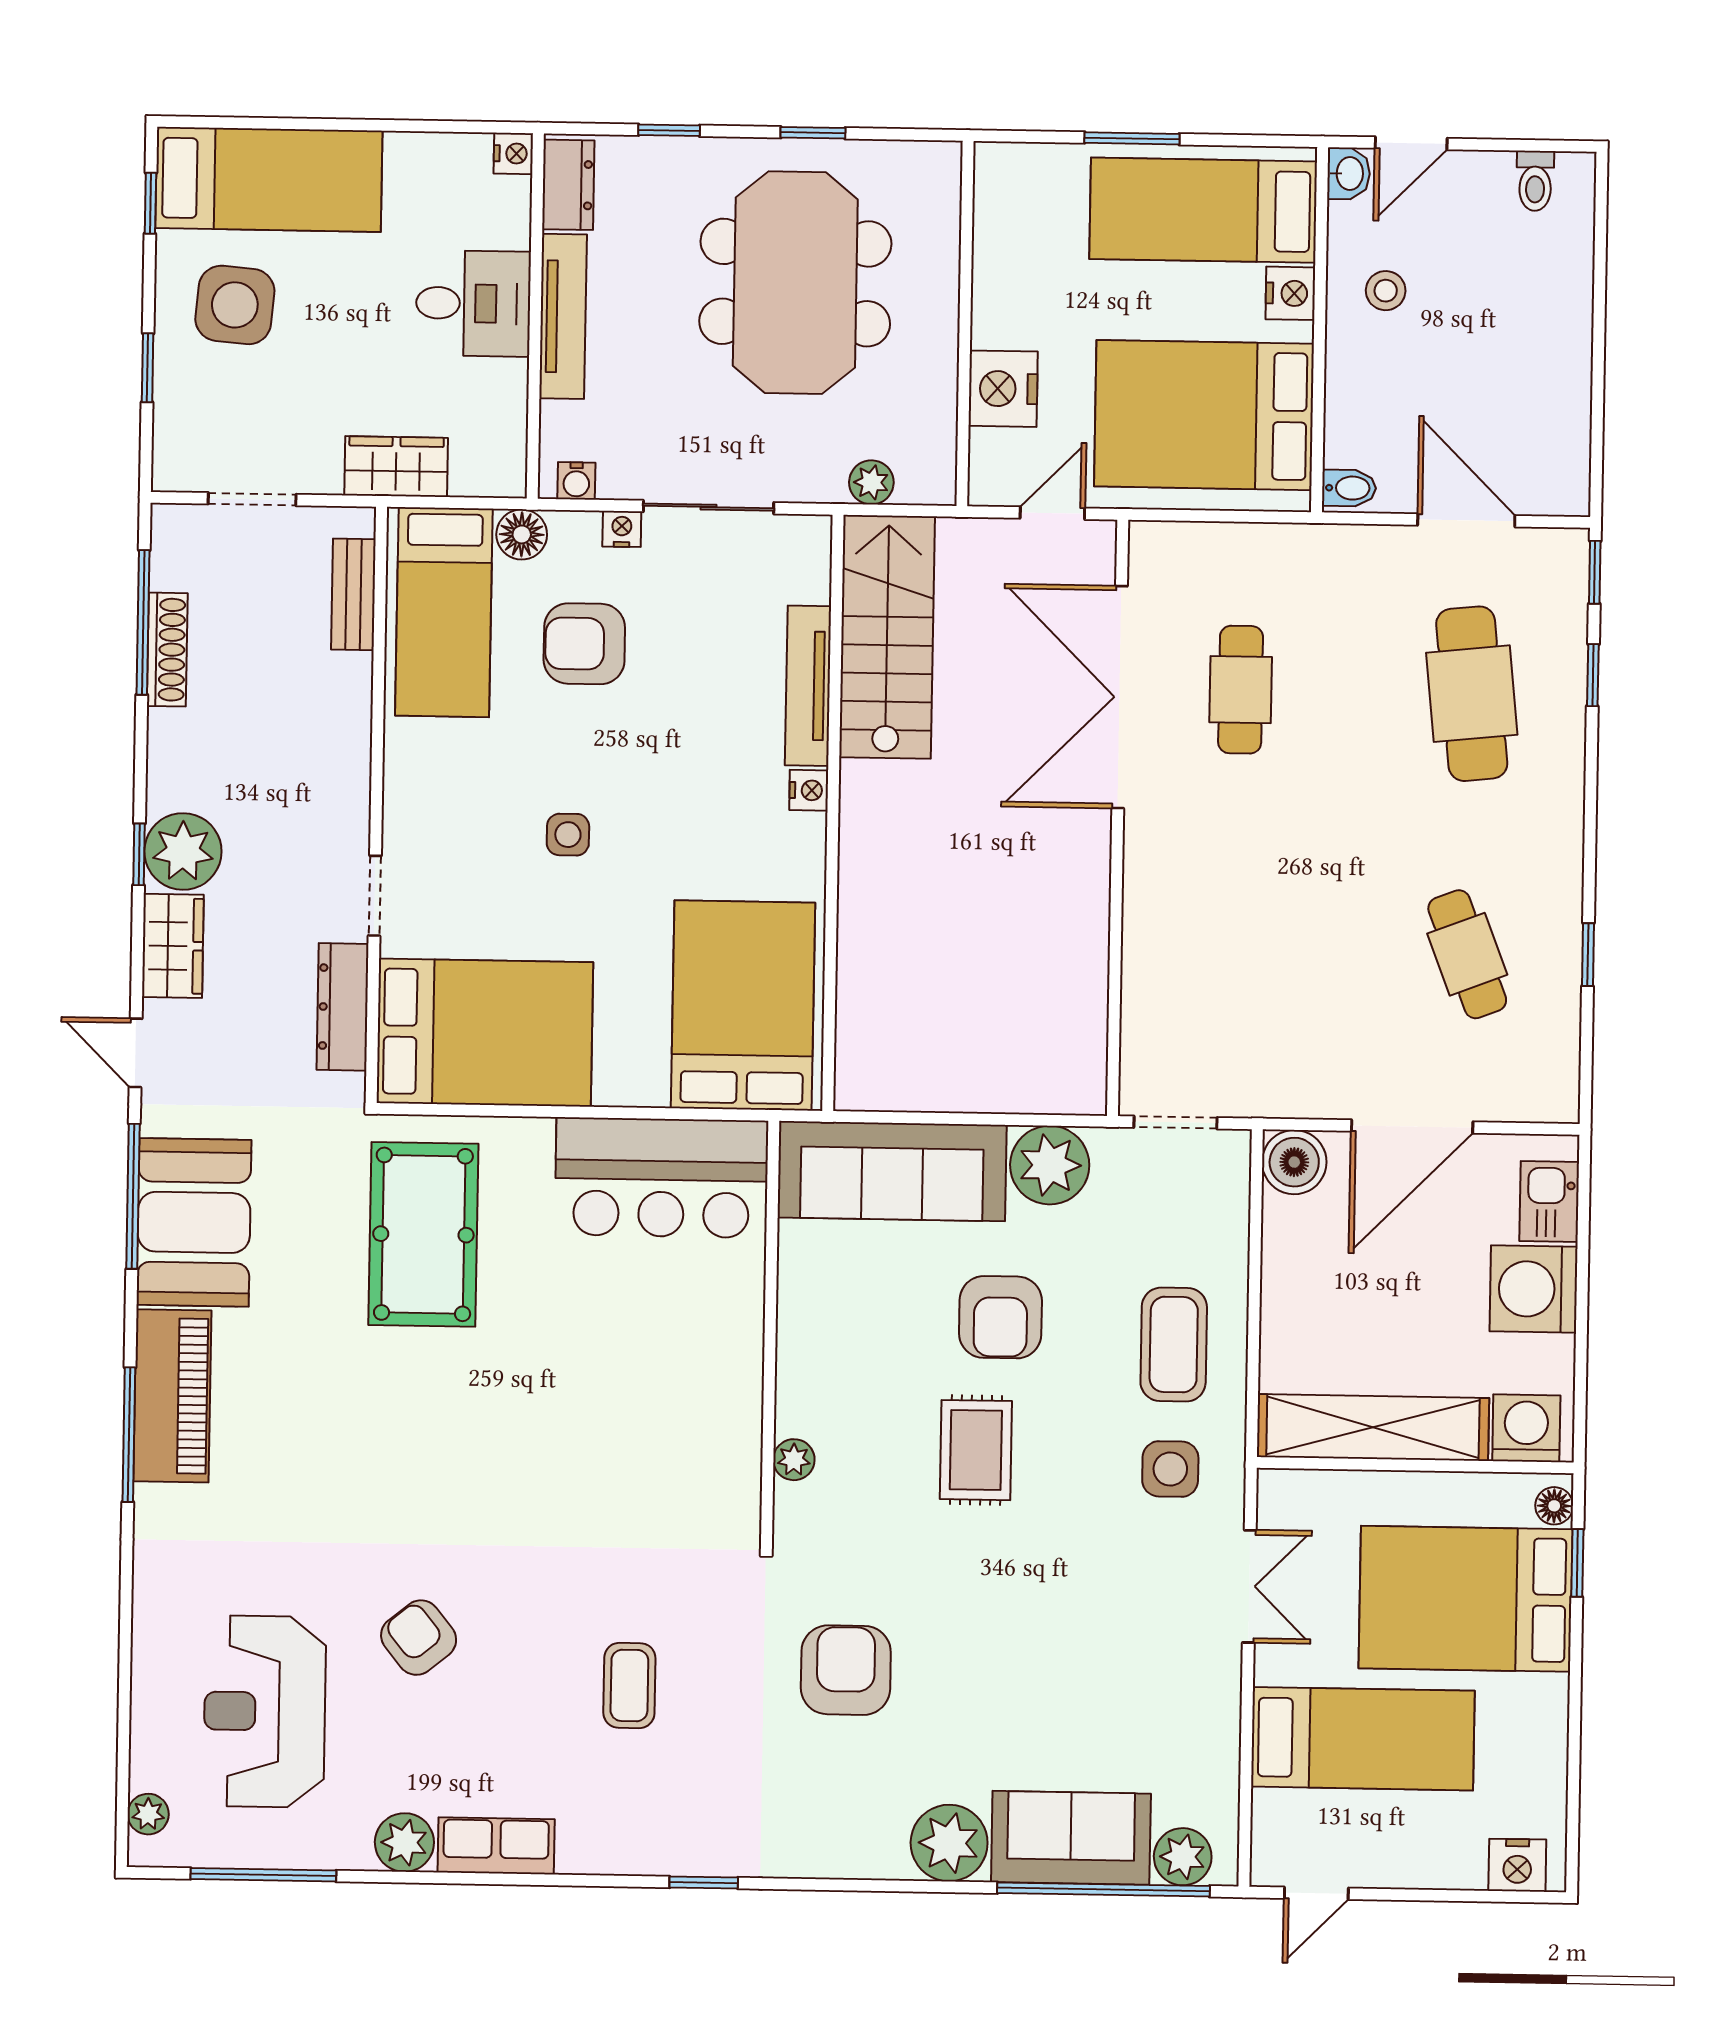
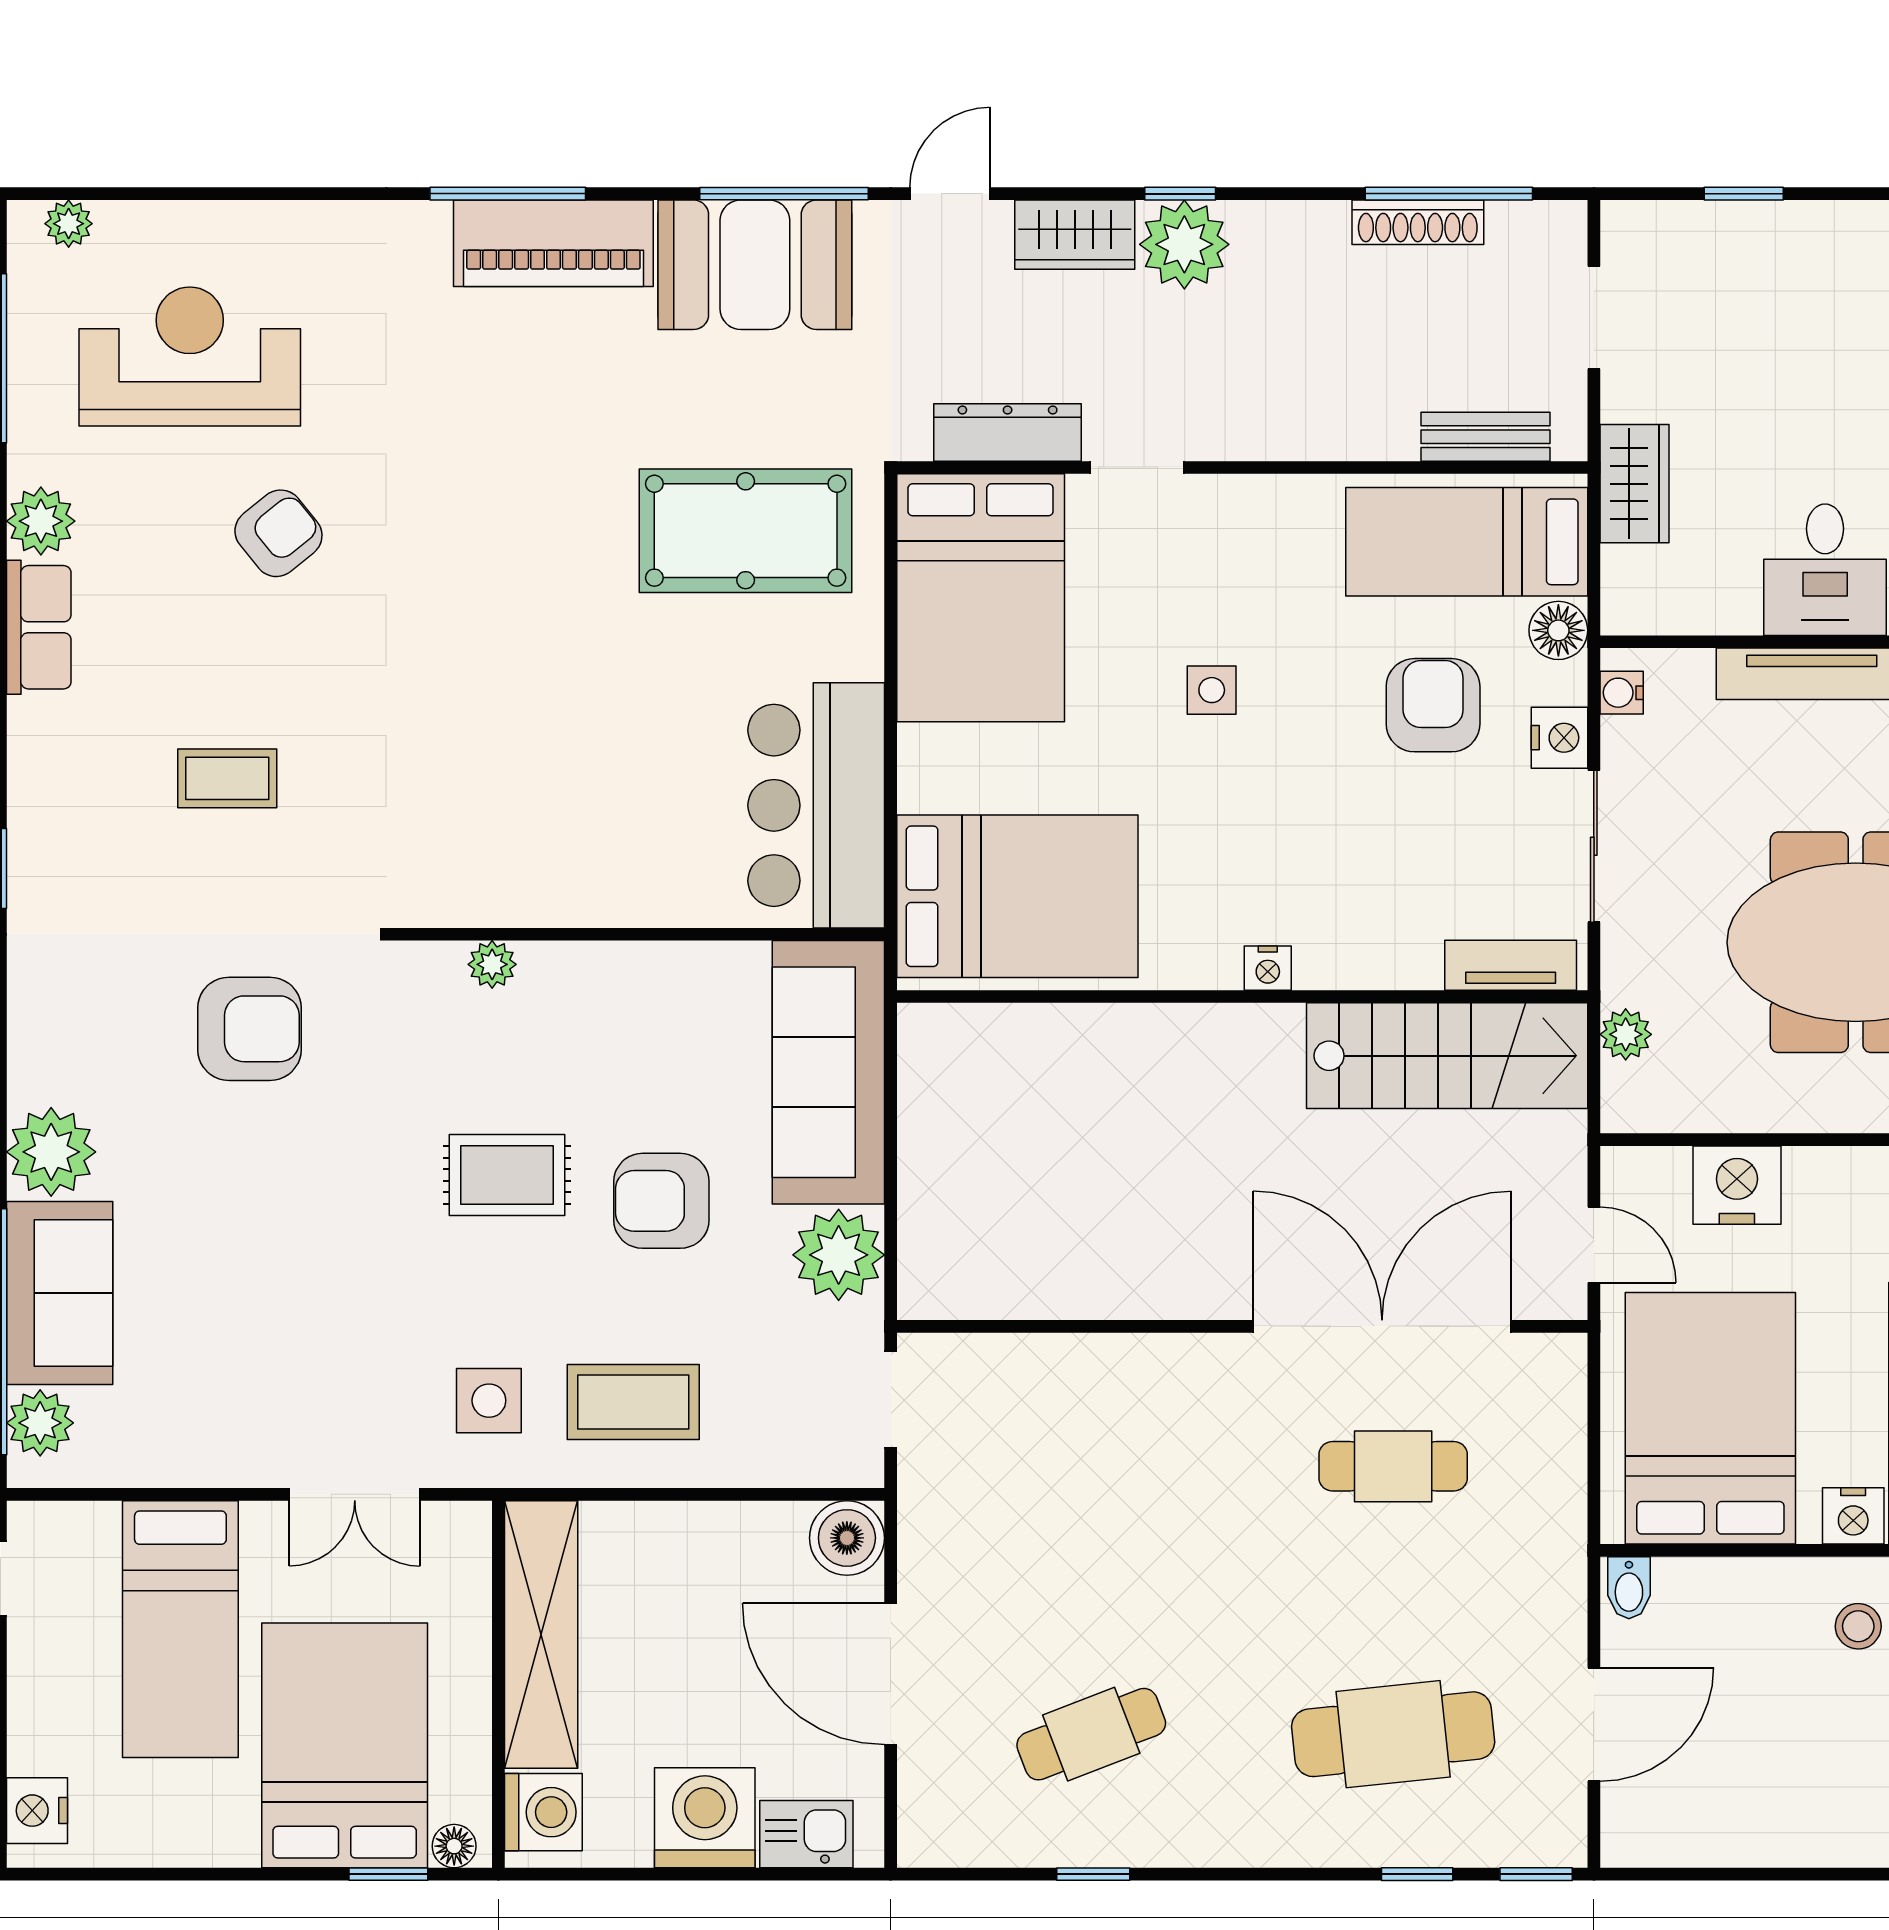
side table: (235, 305) -> (1818, 294), removed
nightstand: (622, 529) -> (1559, 738), width x1.39, depth x1.35
tv unit: (808, 686) -> (1511, 965), moved, width x0.71

